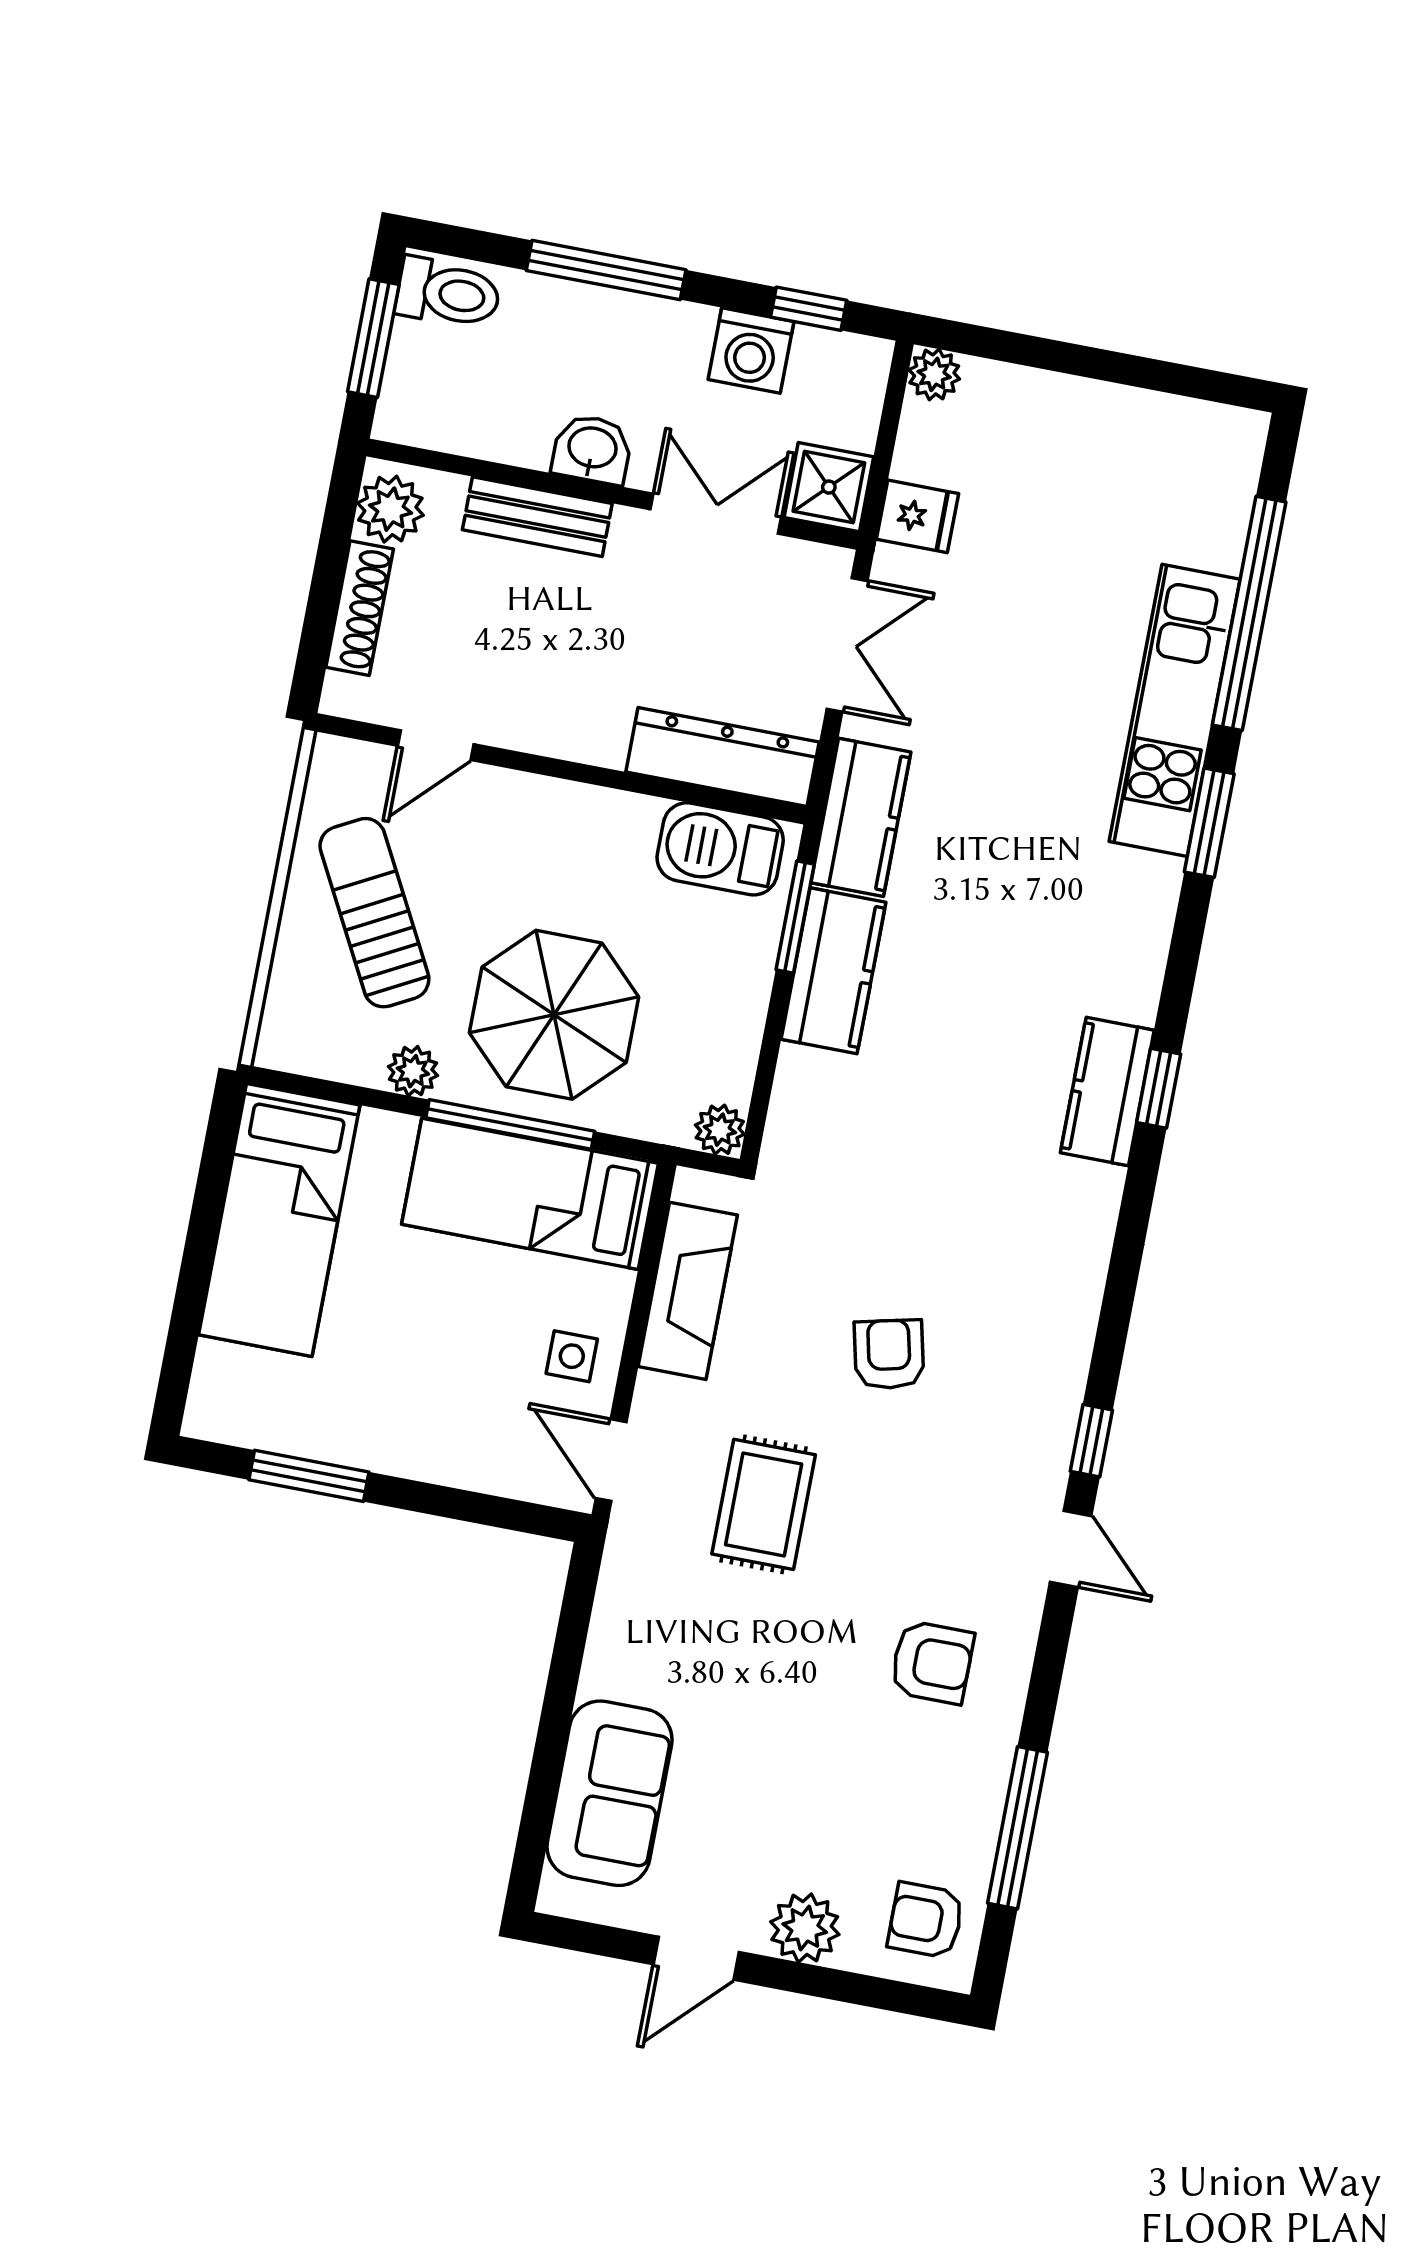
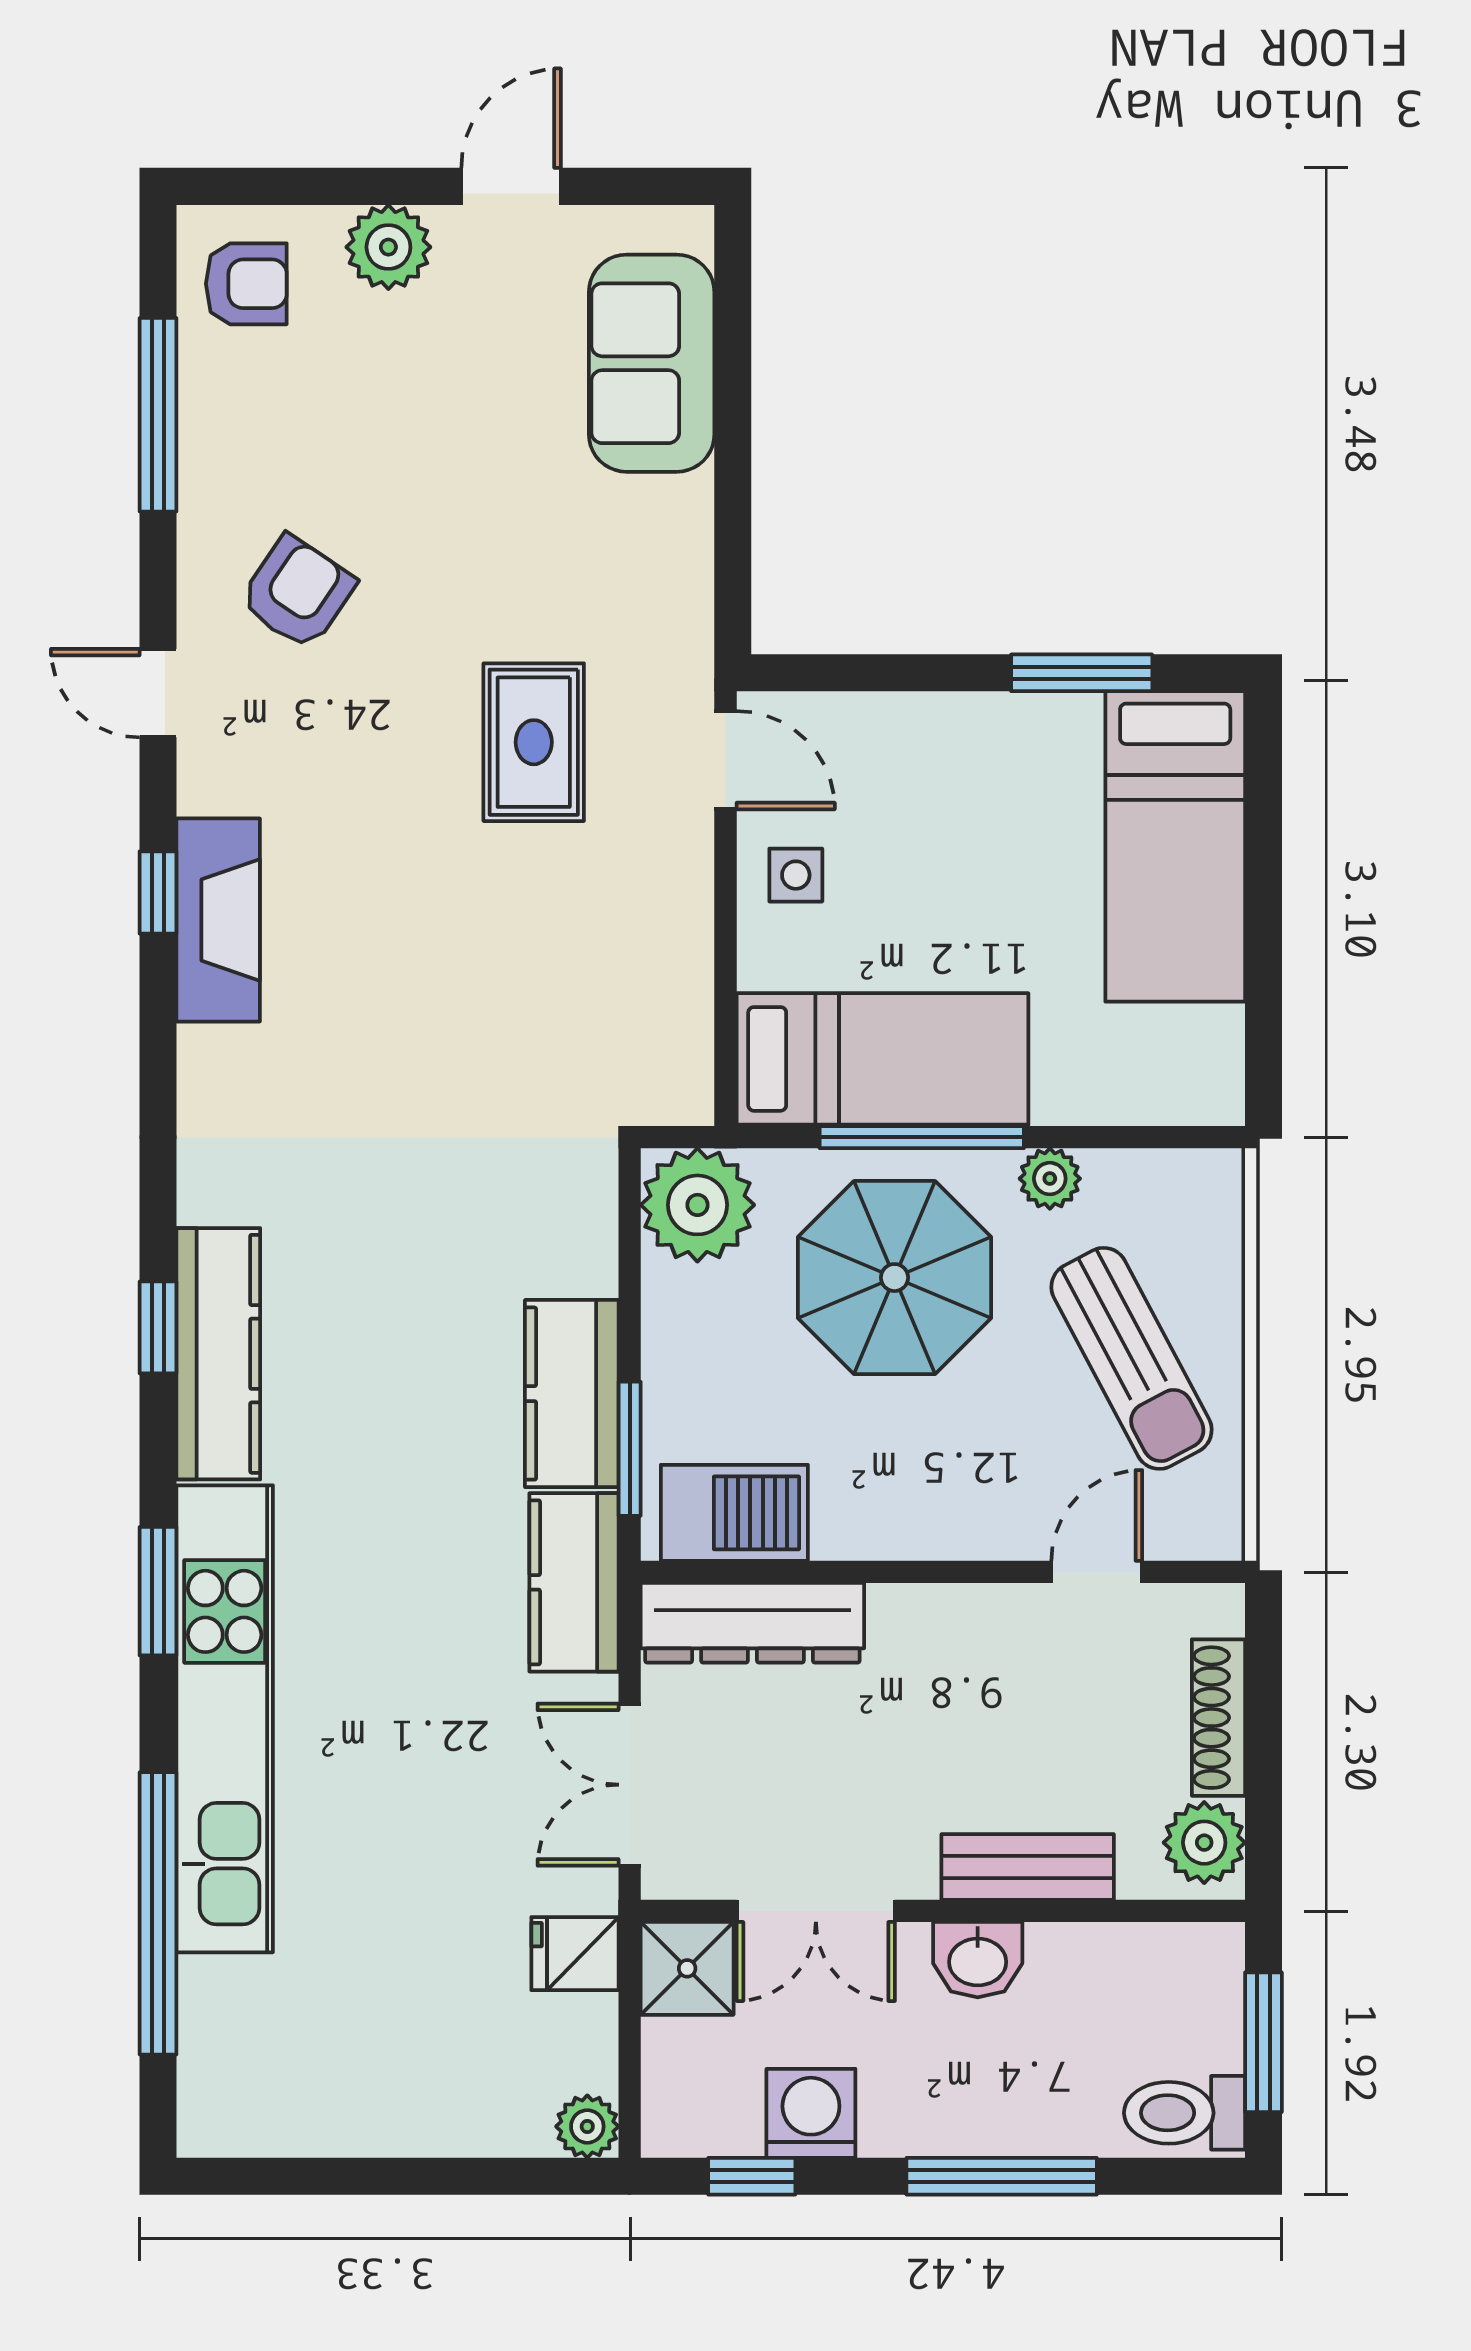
kitchen unit: (1175, 710) -> (225, 1719), width x1.36
window: (1209, 823) -> (158, 1591), moved
kitchen counter: (1107, 1092) -> (218, 1354), width x1.50
plant: (720, 1130) -> (697, 1205), width x1.88, depth x1.88
bed: (279, 1220) -> (1175, 846), moved, turned 180
fireplace: (688, 1291) -> (218, 920), moved, turned 180
armchair: (889, 1354) -> (419, 950), removed
door: (1071, 1549) -> (158, 693), moved
armchair: (932, 1662) -> (297, 592), turned 124

